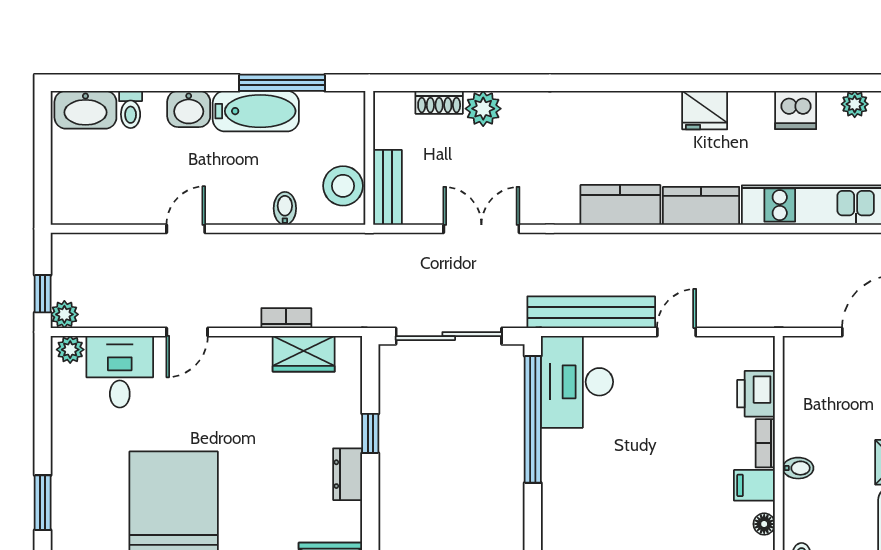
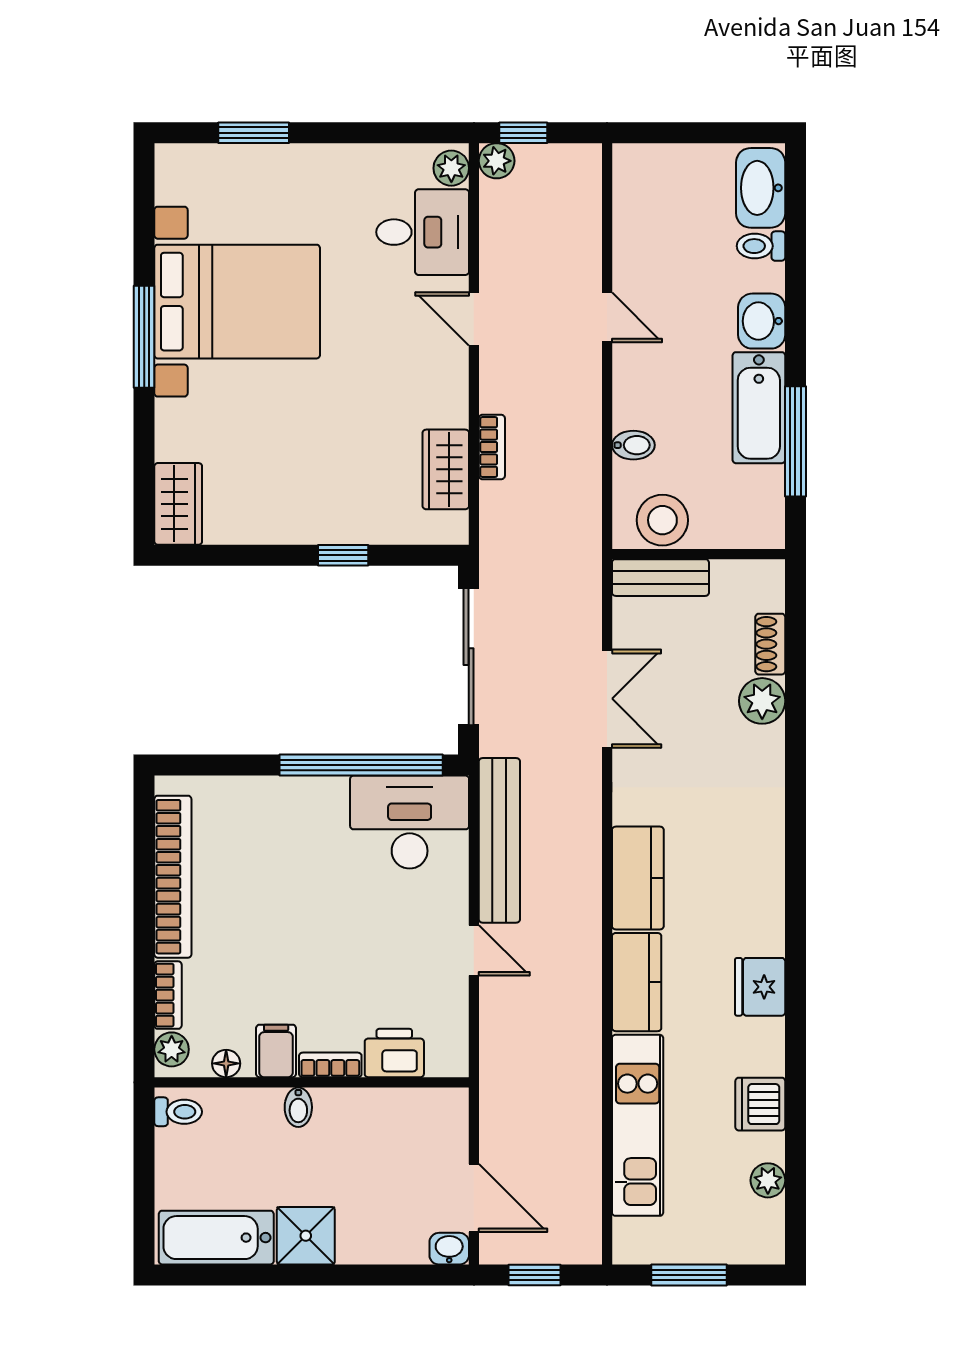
dresser: (348, 474) -> (290, 526), removed

